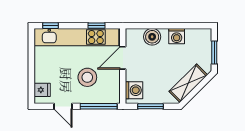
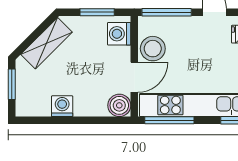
window: (96, 26) -> (169, 120), width x2.17
boiler: (152, 37) -> (119, 105), moved
stool: (87, 77) -> (153, 49), moved

